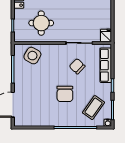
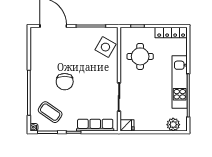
chair: (77, 66) -> (94, 95), removed
chair: (65, 94) -> (65, 82), turned -90

